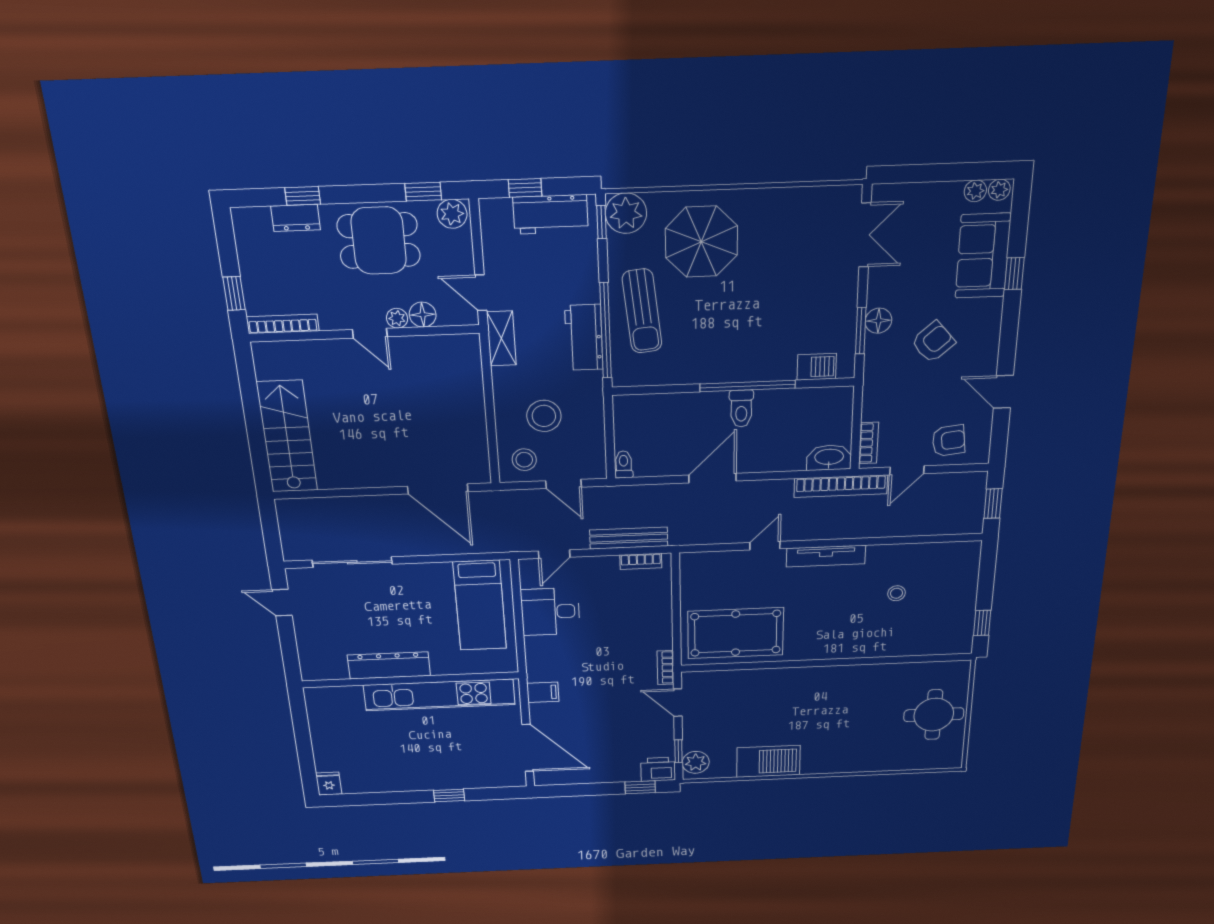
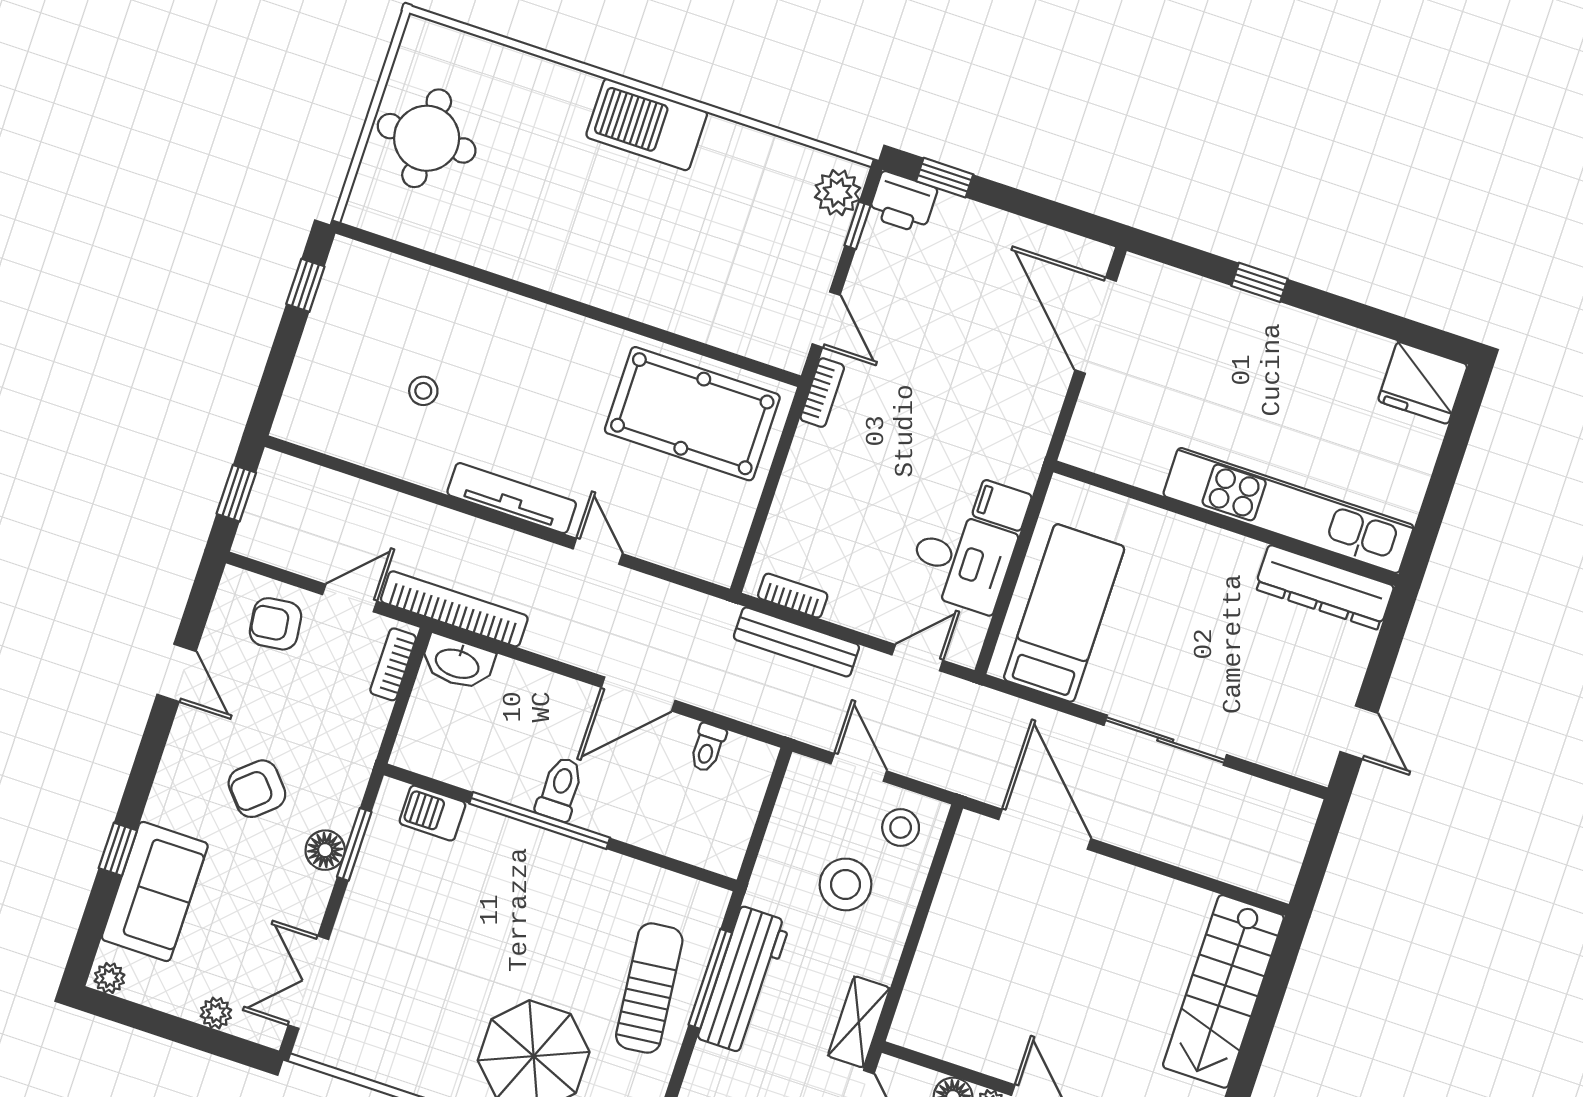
plant: (975, 191) -> (216, 1013), moved
window: (606, 331) -> (710, 979), width x0.68
workbench: (584, 337) -> (744, 980), width x1.37
toilet: (624, 465) -> (708, 748), moved
door: (765, 546) -> (598, 551), swing flipped
sliding door: (352, 562) -> (1165, 740), moved
dresser: (389, 665) -> (1324, 587), moved
filing cabinet: (543, 692) -> (1002, 505), moved
kitchen unit: (439, 695) -> (1288, 510), moved
barbecue: (768, 761) -> (647, 124), moved
fridge: (329, 784) -> (1423, 383), width x1.88, depth x1.34

